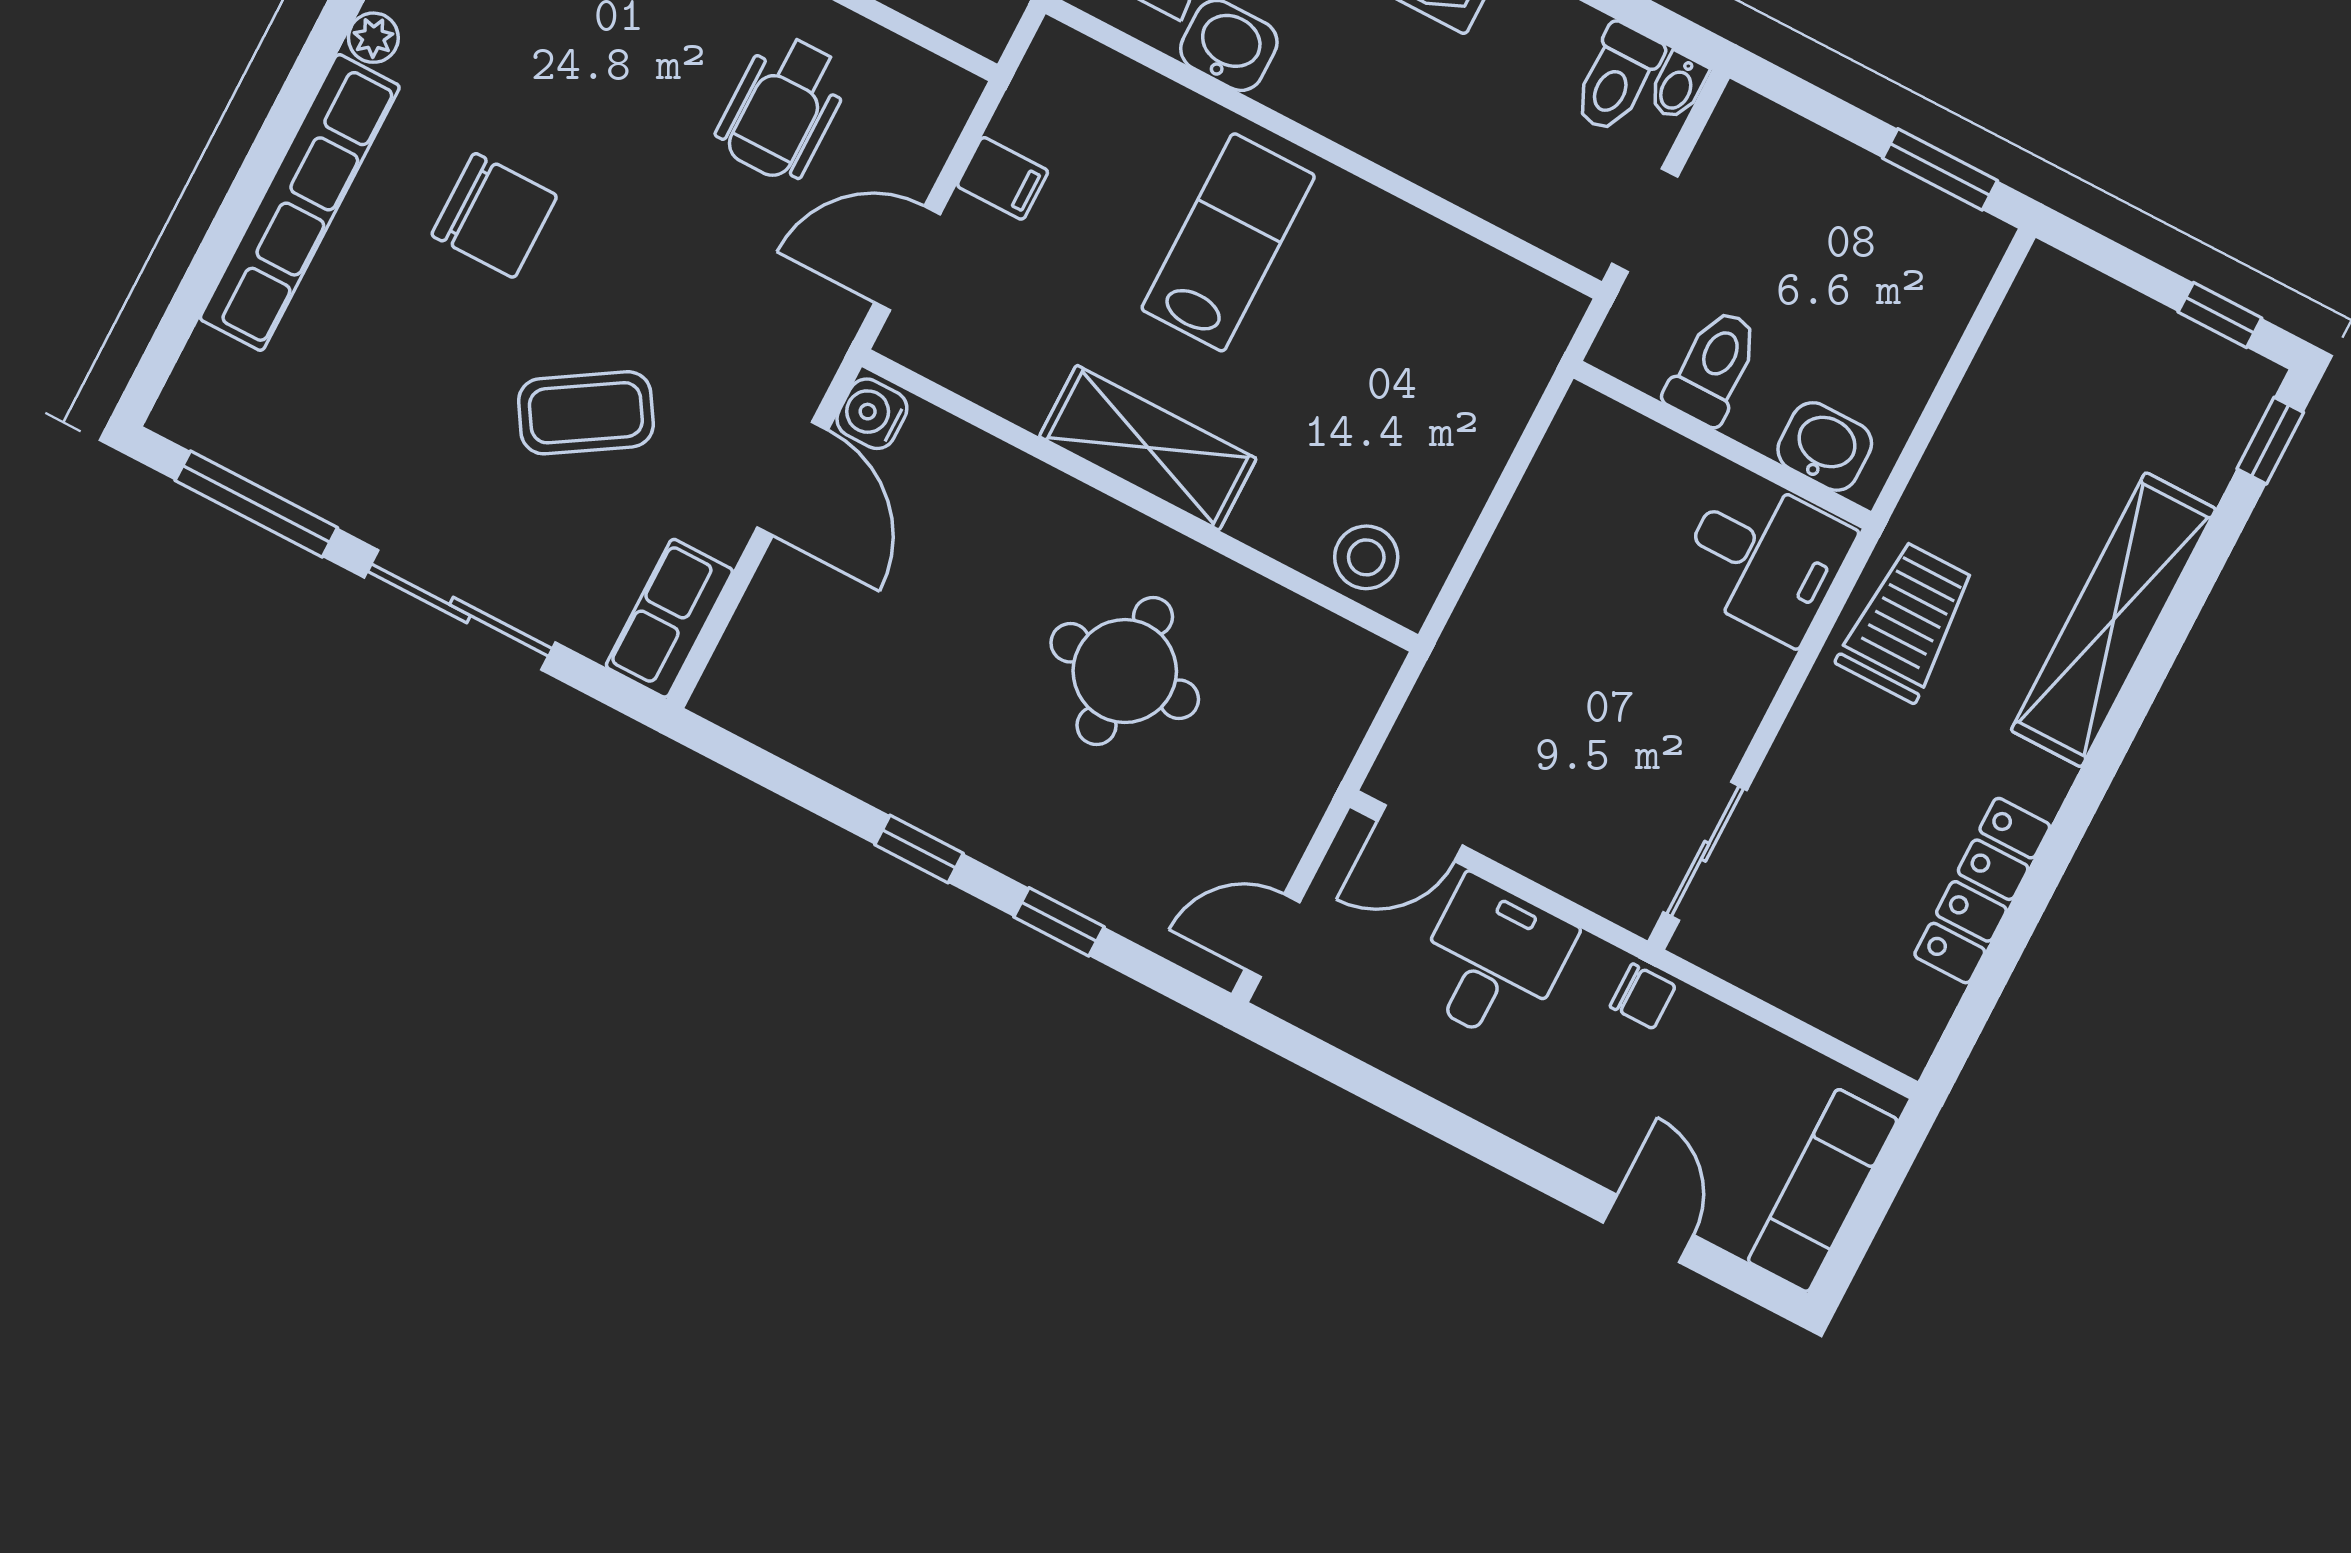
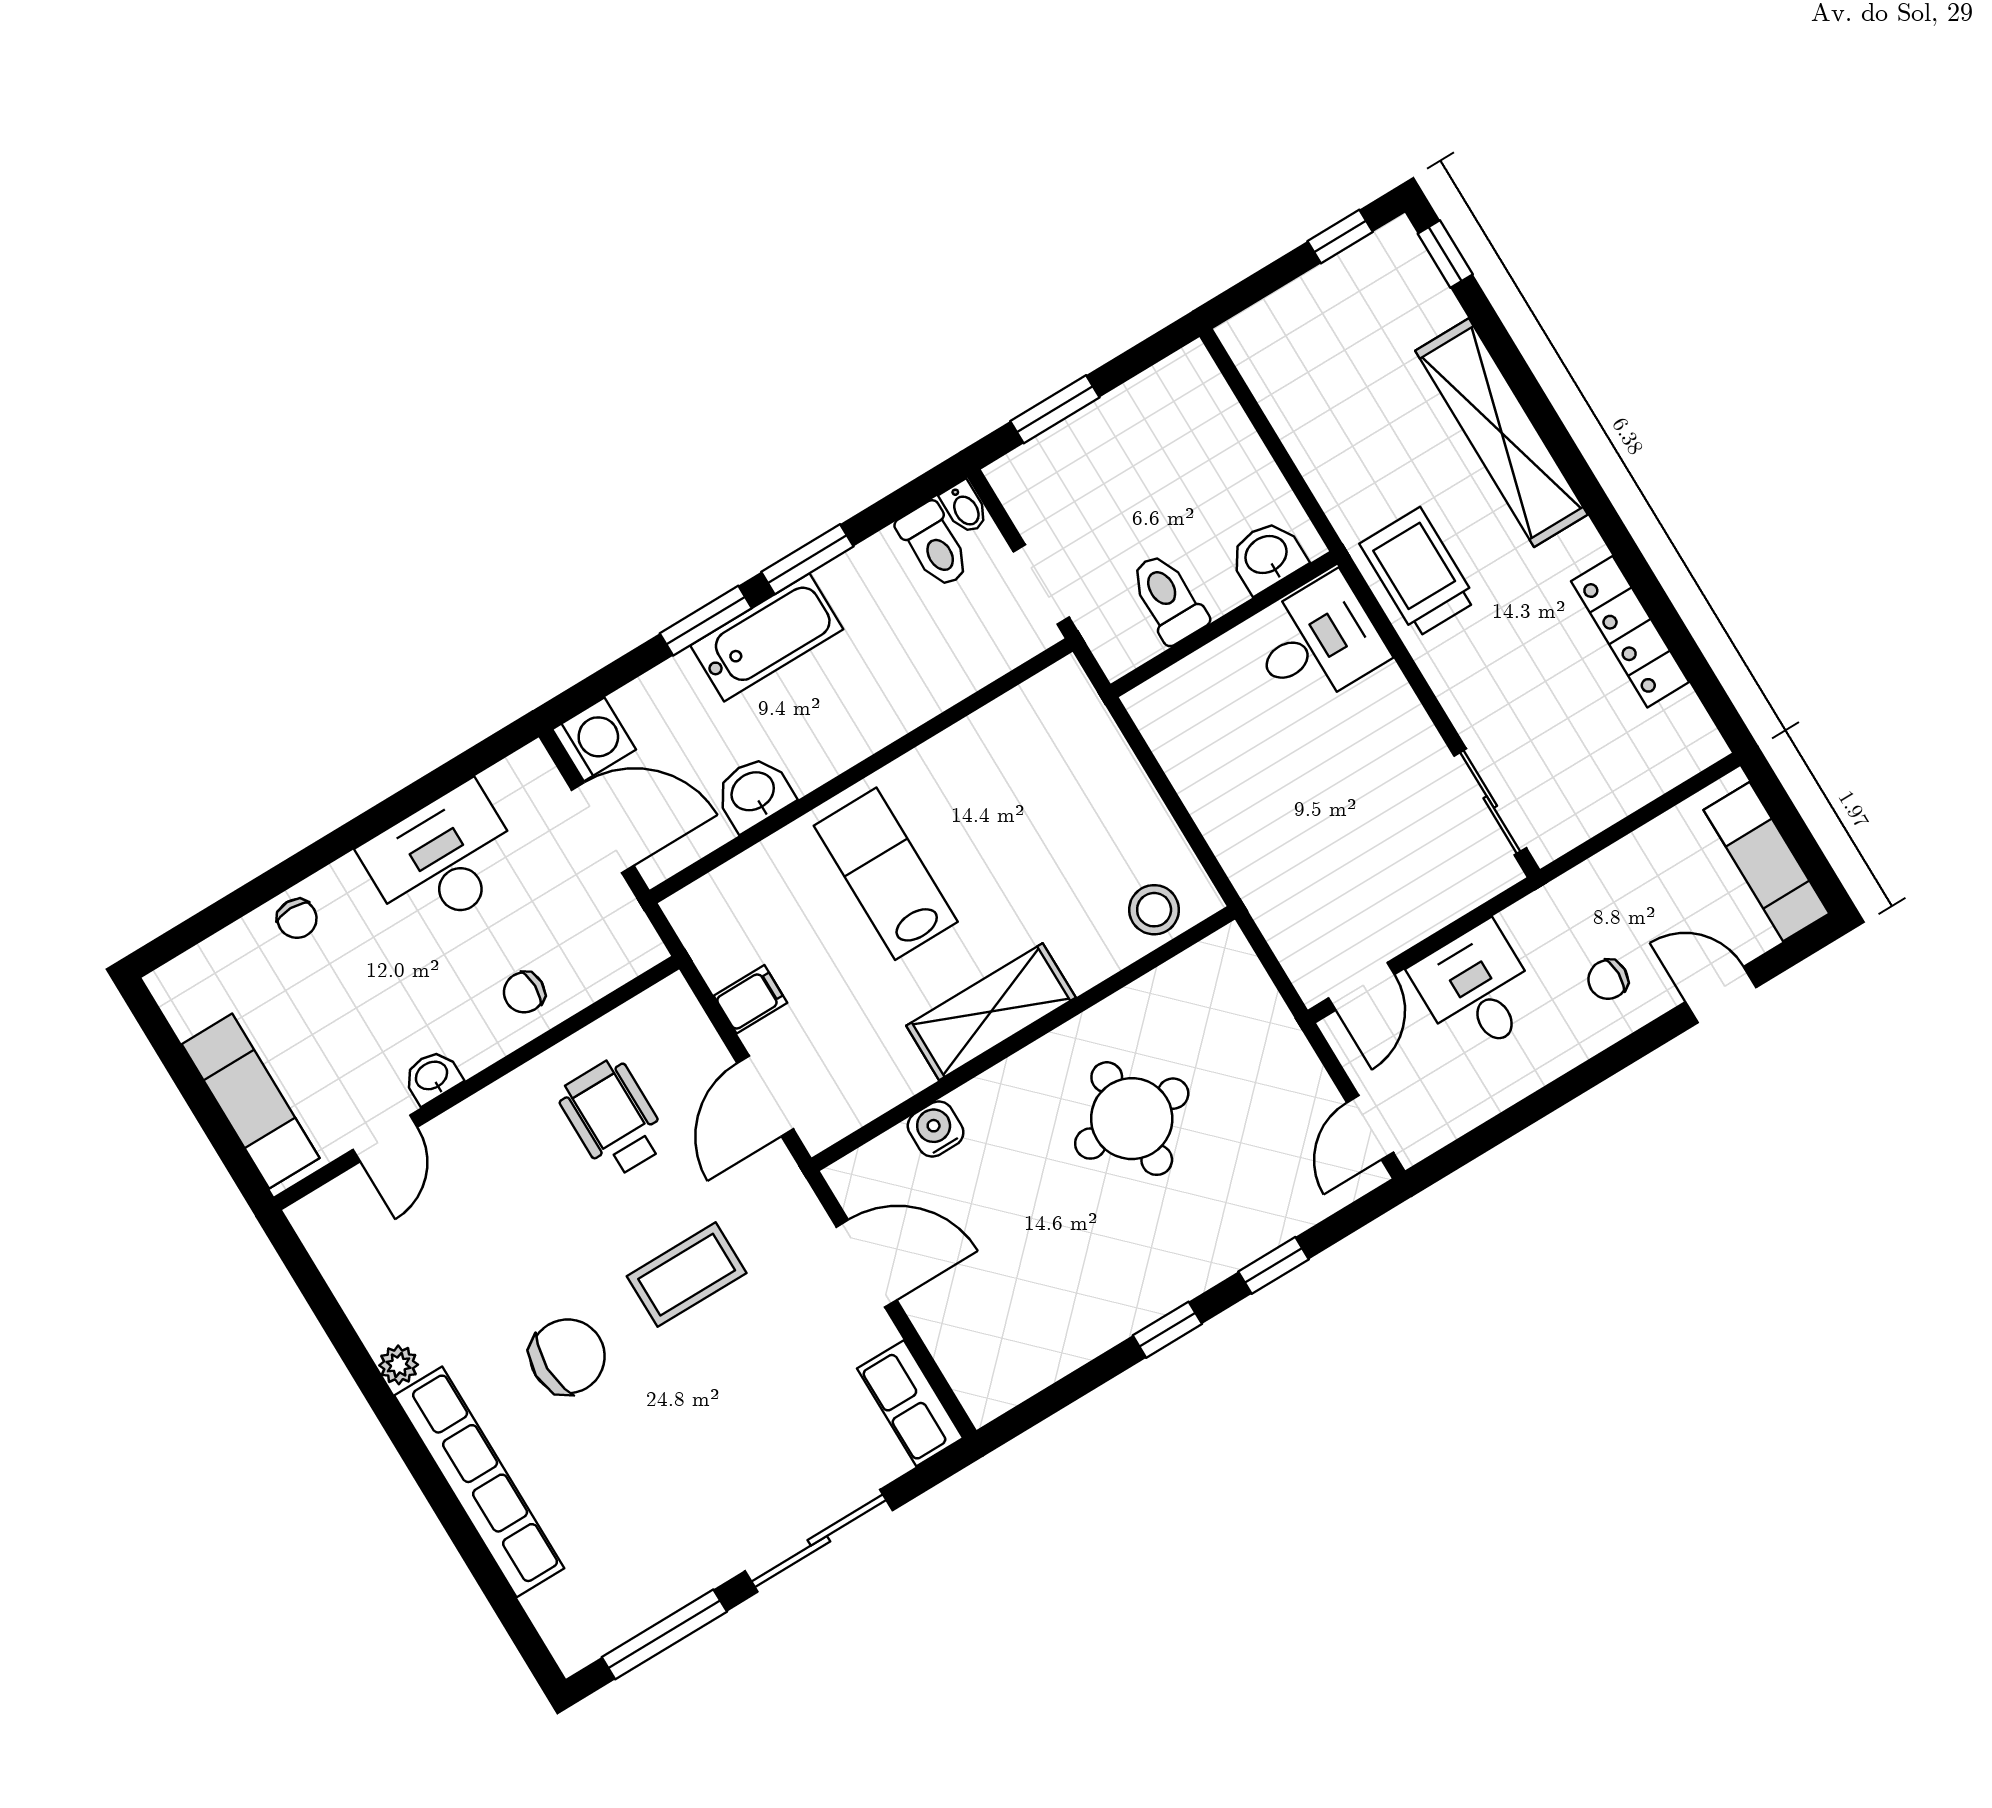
wheelchair: (783, 108) -> (613, 1118), turned 180
window: (1940, 169) -> (1055, 409), moved
coffee table: (586, 413) -> (687, 1275), moved, turned 32
water cooler: (872, 414) -> (936, 1129), moved, turned 90
chair: (1643, 996) -> (1608, 980), moved, turned 180

